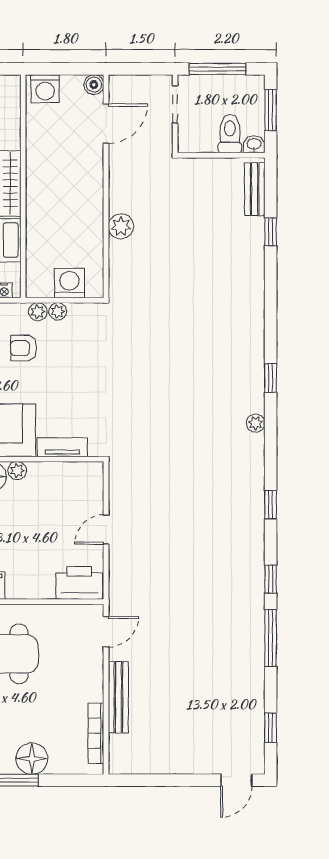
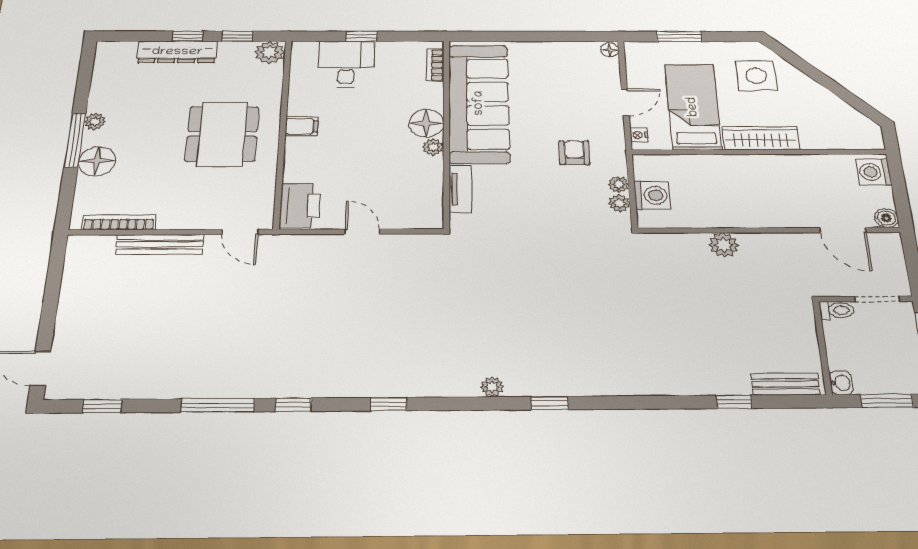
toilet: (230, 134) -> (837, 310), moved, width x0.73, depth x0.72
plant: (38, 312) -> (619, 203), moved

